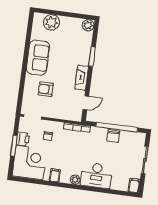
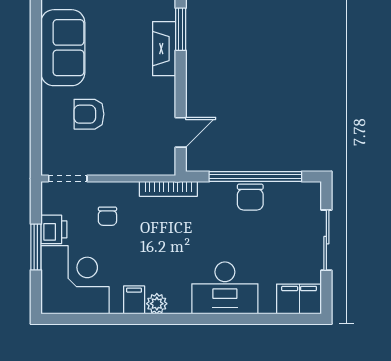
fireplace: (82, 78) -> (164, 49), moved
plant: (75, 180) -> (157, 304), moved
filing cabinet: (134, 185) -> (299, 299), width x2.00

